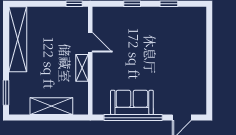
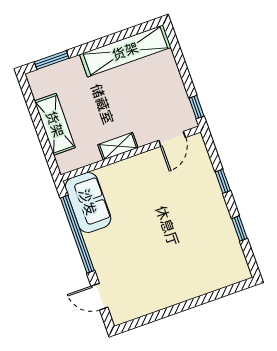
door: (90, 42) -> (172, 139), moved
sofa: (132, 102) -> (88, 202), moved

